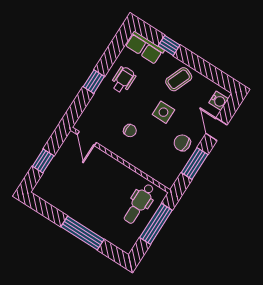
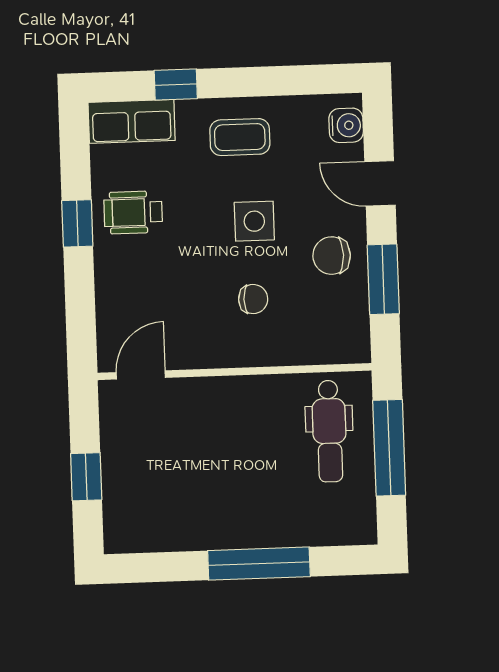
coffee table: (179, 79) -> (240, 137), turned 68
wheelchair: (123, 80) -> (133, 212), turned -90
window: (94, 82) -> (77, 223), moved
chair: (130, 131) -> (253, 299), moved
door: (87, 139) -> (141, 375), swing flipped

